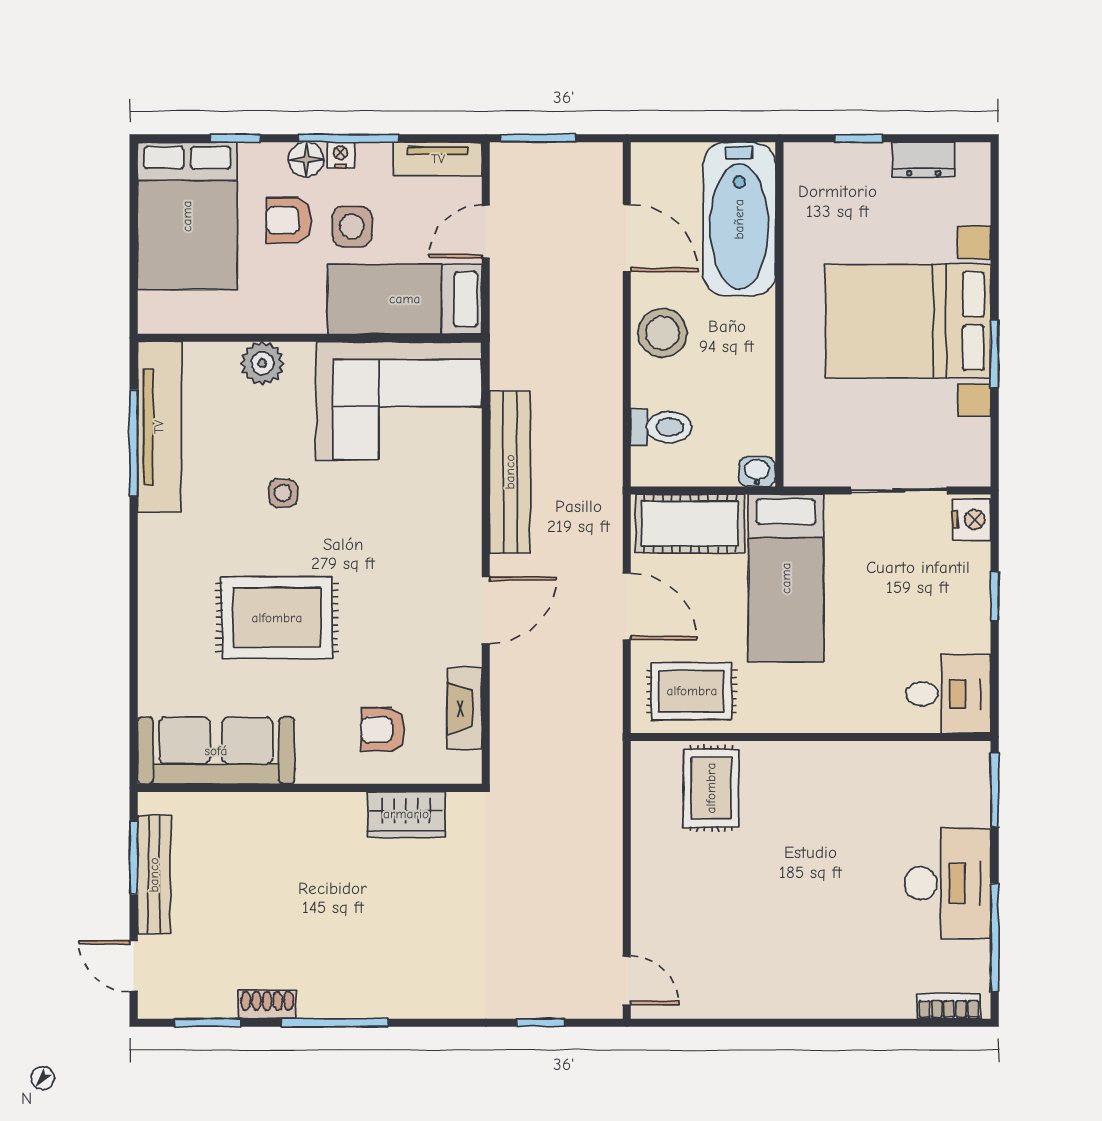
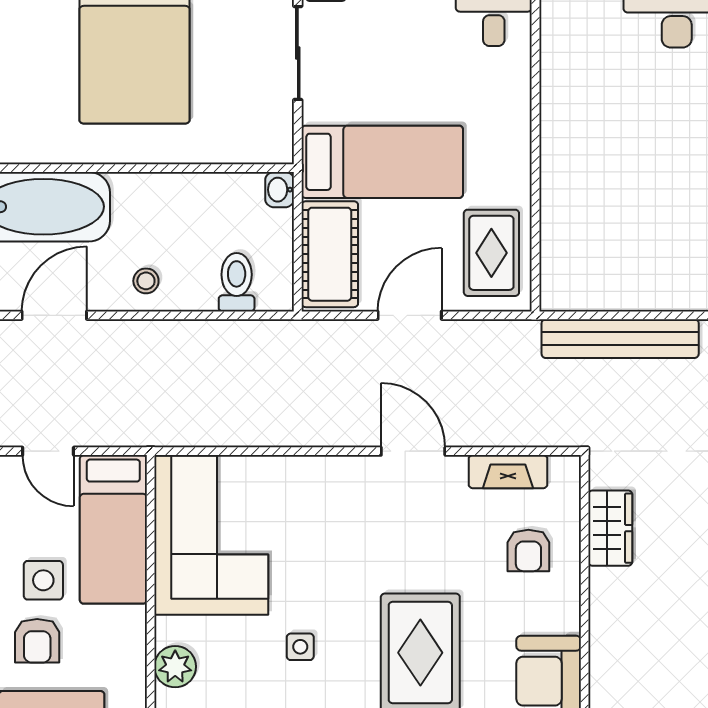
stool: (662, 333) -> (146, 281), width x0.53, depth x0.53
bench: (510, 472) -> (620, 339), moved
rug: (711, 788) -> (585, 234), removed

